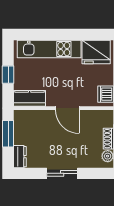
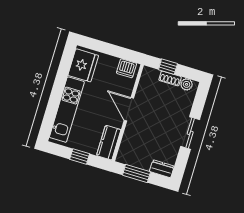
door: (67, 108) -> (129, 109), swing flipped

